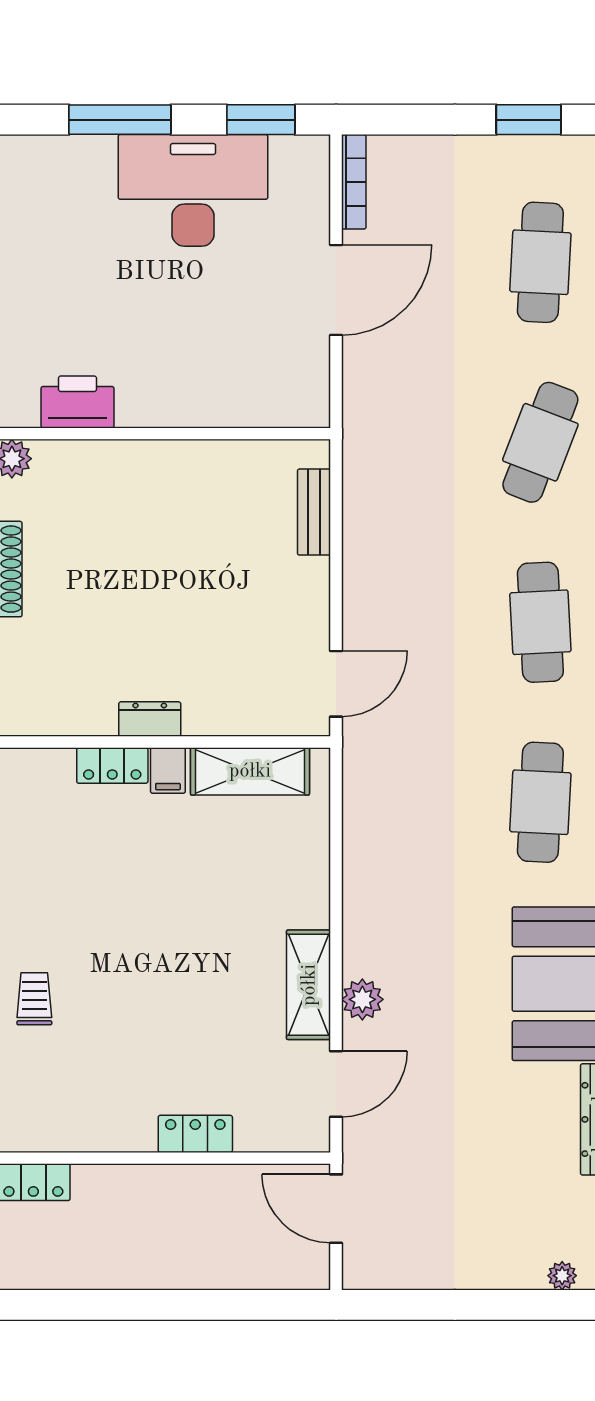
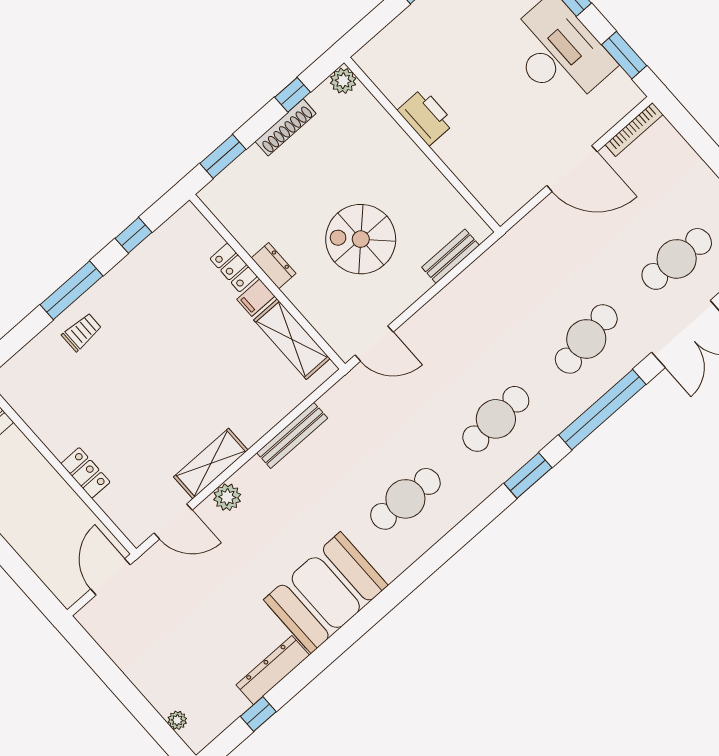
printer: (77, 402) -> (426, 117), moved
cafe table: (540, 442) -> (586, 339), turned -30
spiral stairs: (206, 595) -> (361, 239), added
bench: (358, 866) -> (292, 435), added

